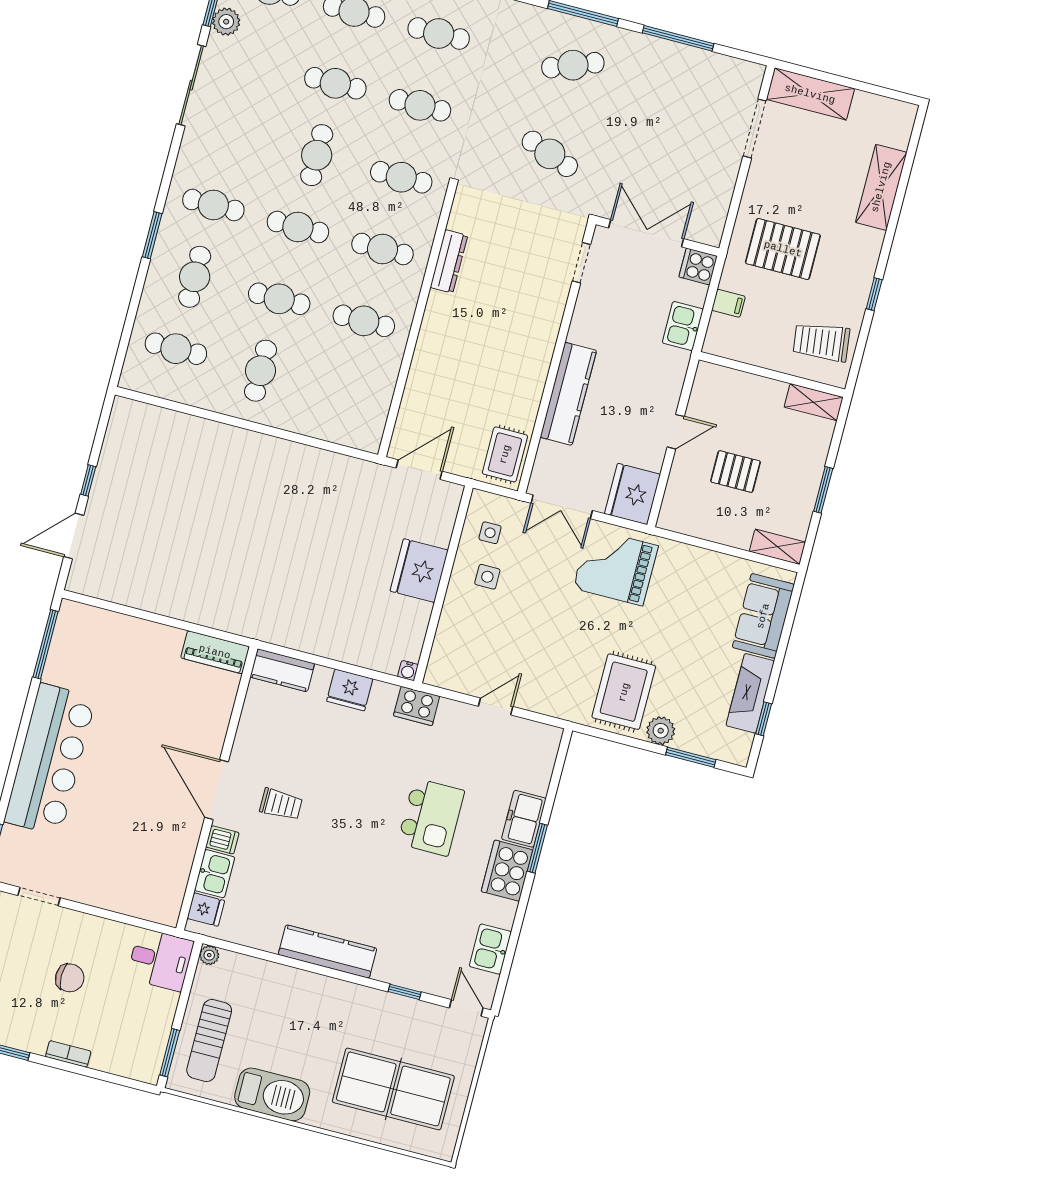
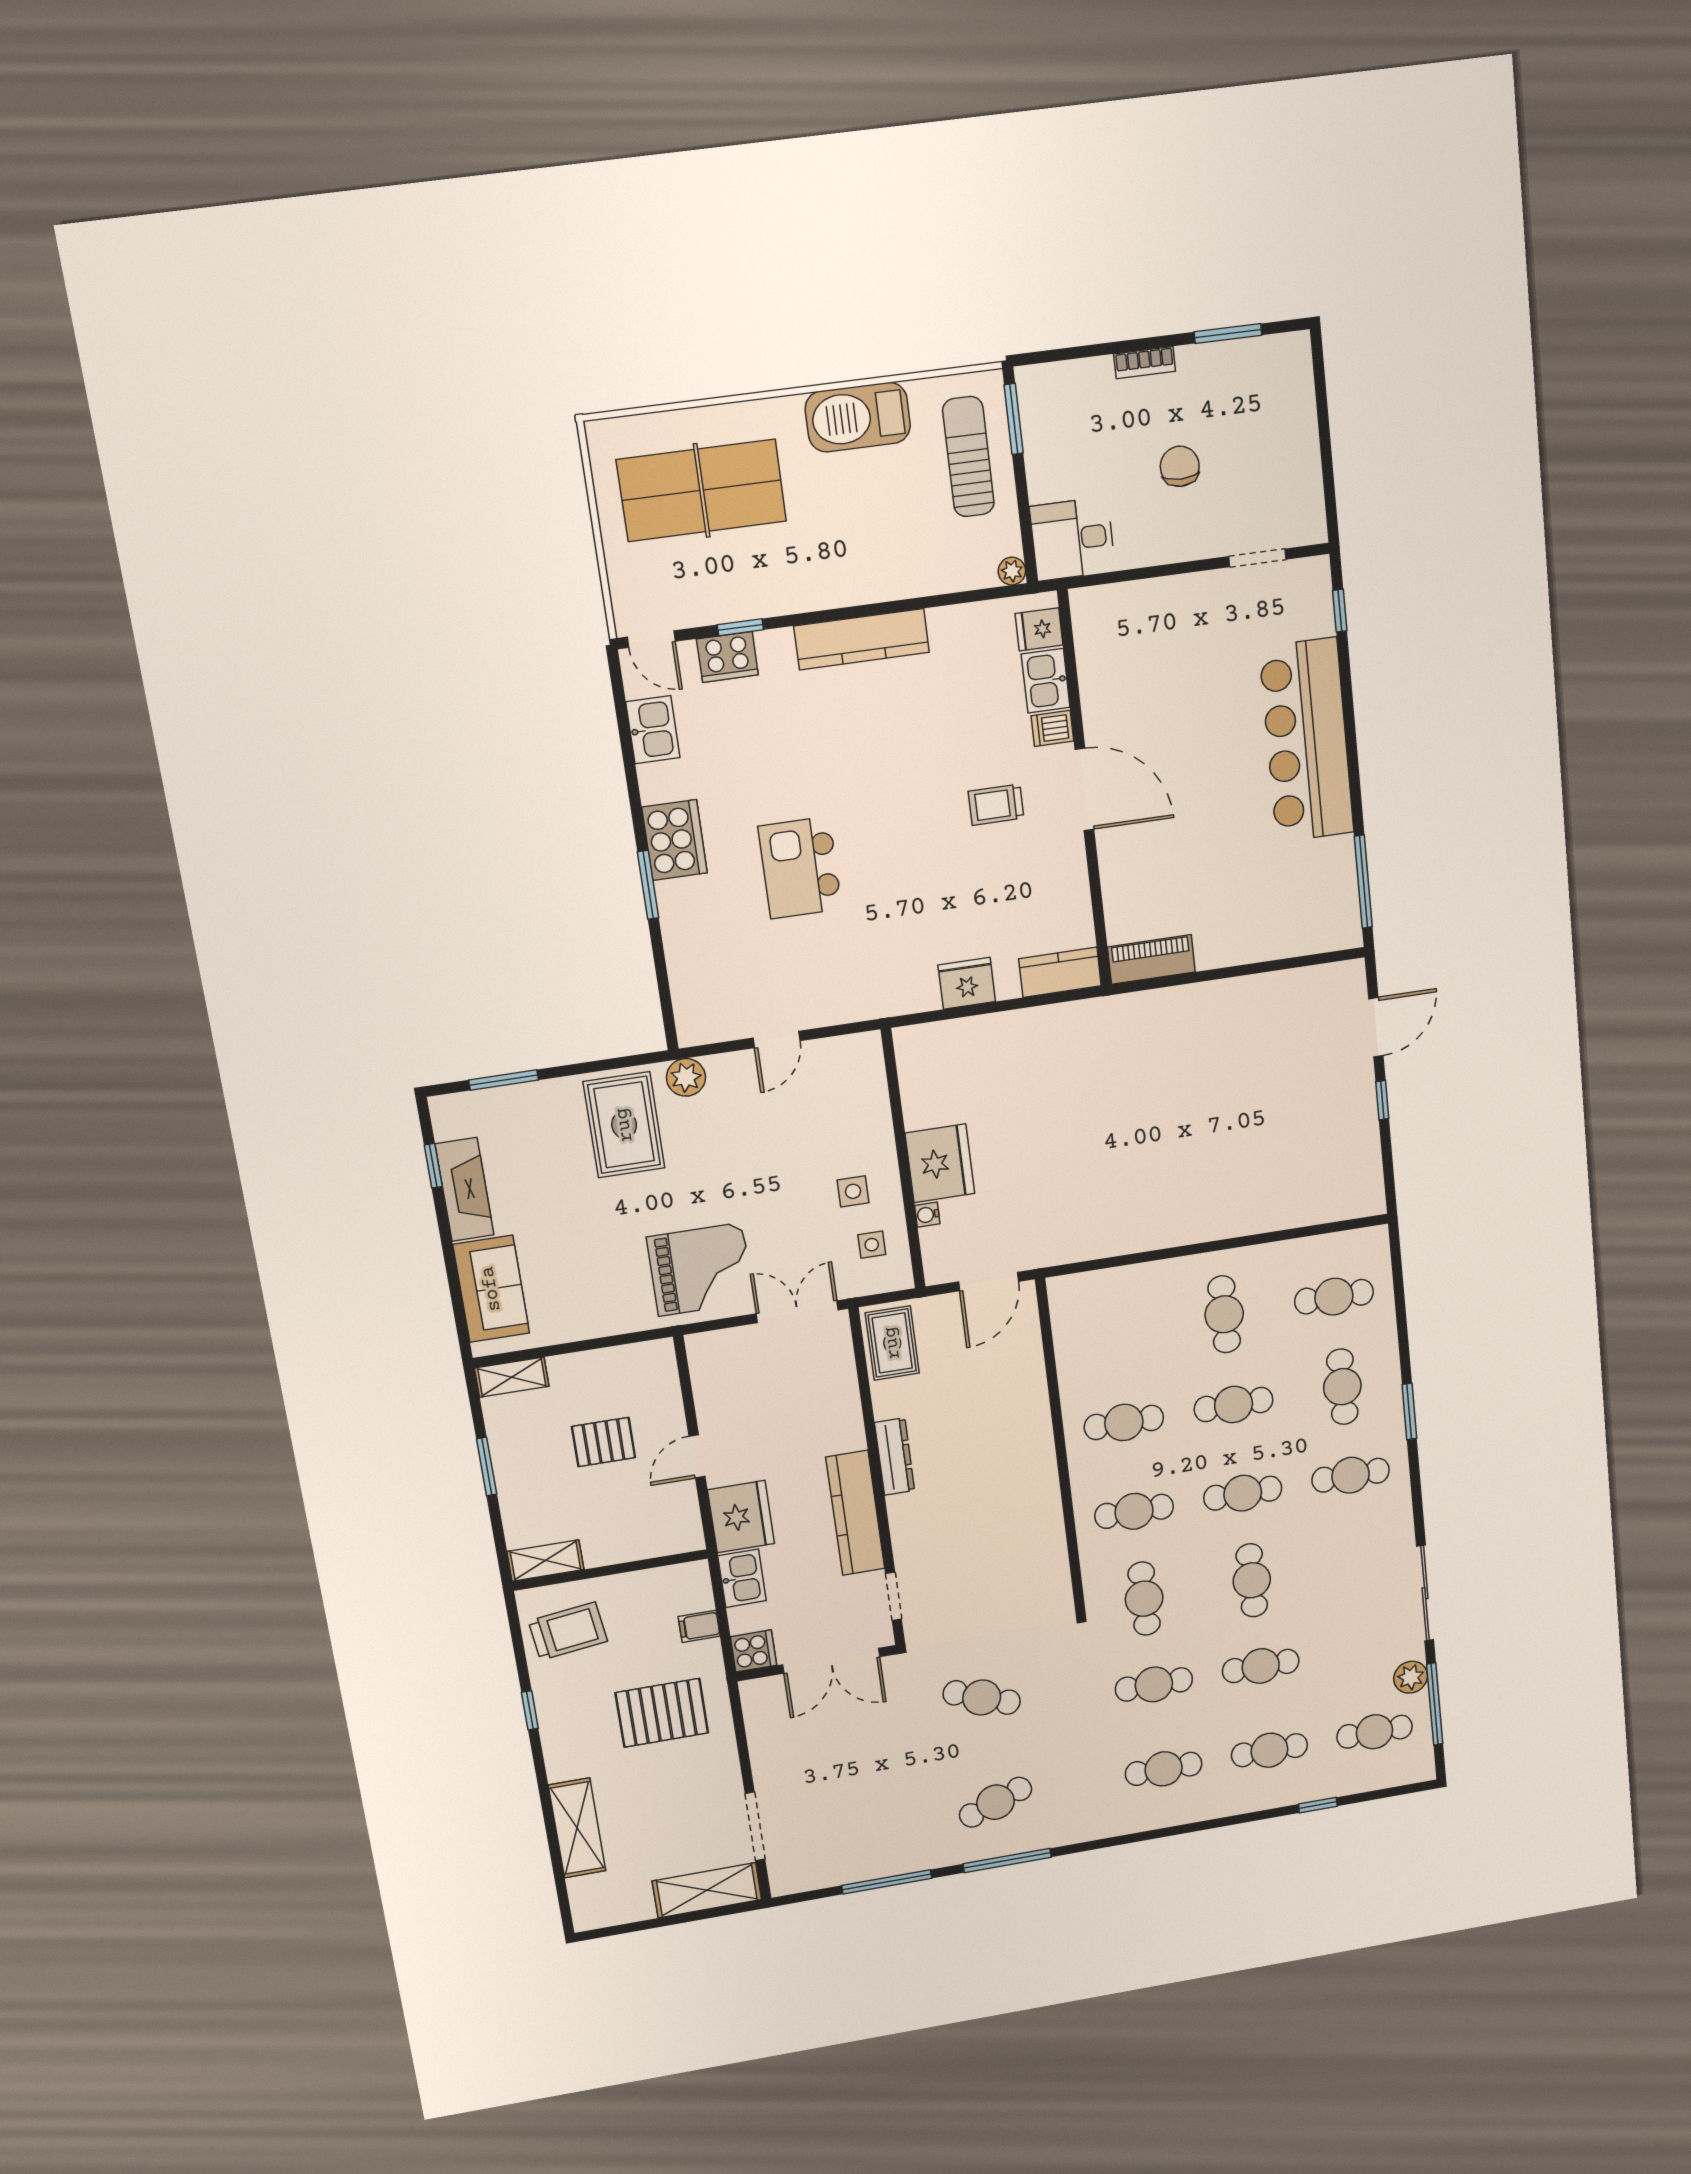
cafe table: (401, 177) -> (1144, 1599), turned 90
dresser: (449, 261) -> (895, 1457), moved, turned 180
kitchen counter: (568, 394) -> (855, 1513), moved
fridge: (632, 494) -> (741, 1517), moved
water cooler: (408, 671) -> (927, 1215), moved, turned -90
cooker: (417, 706) -> (727, 657), moved, turned 180
plant: (661, 731) -> (686, 1077), moved
freezer: (524, 819) -> (681, 915), removed
chair: (70, 978) -> (1180, 466), turned 90

